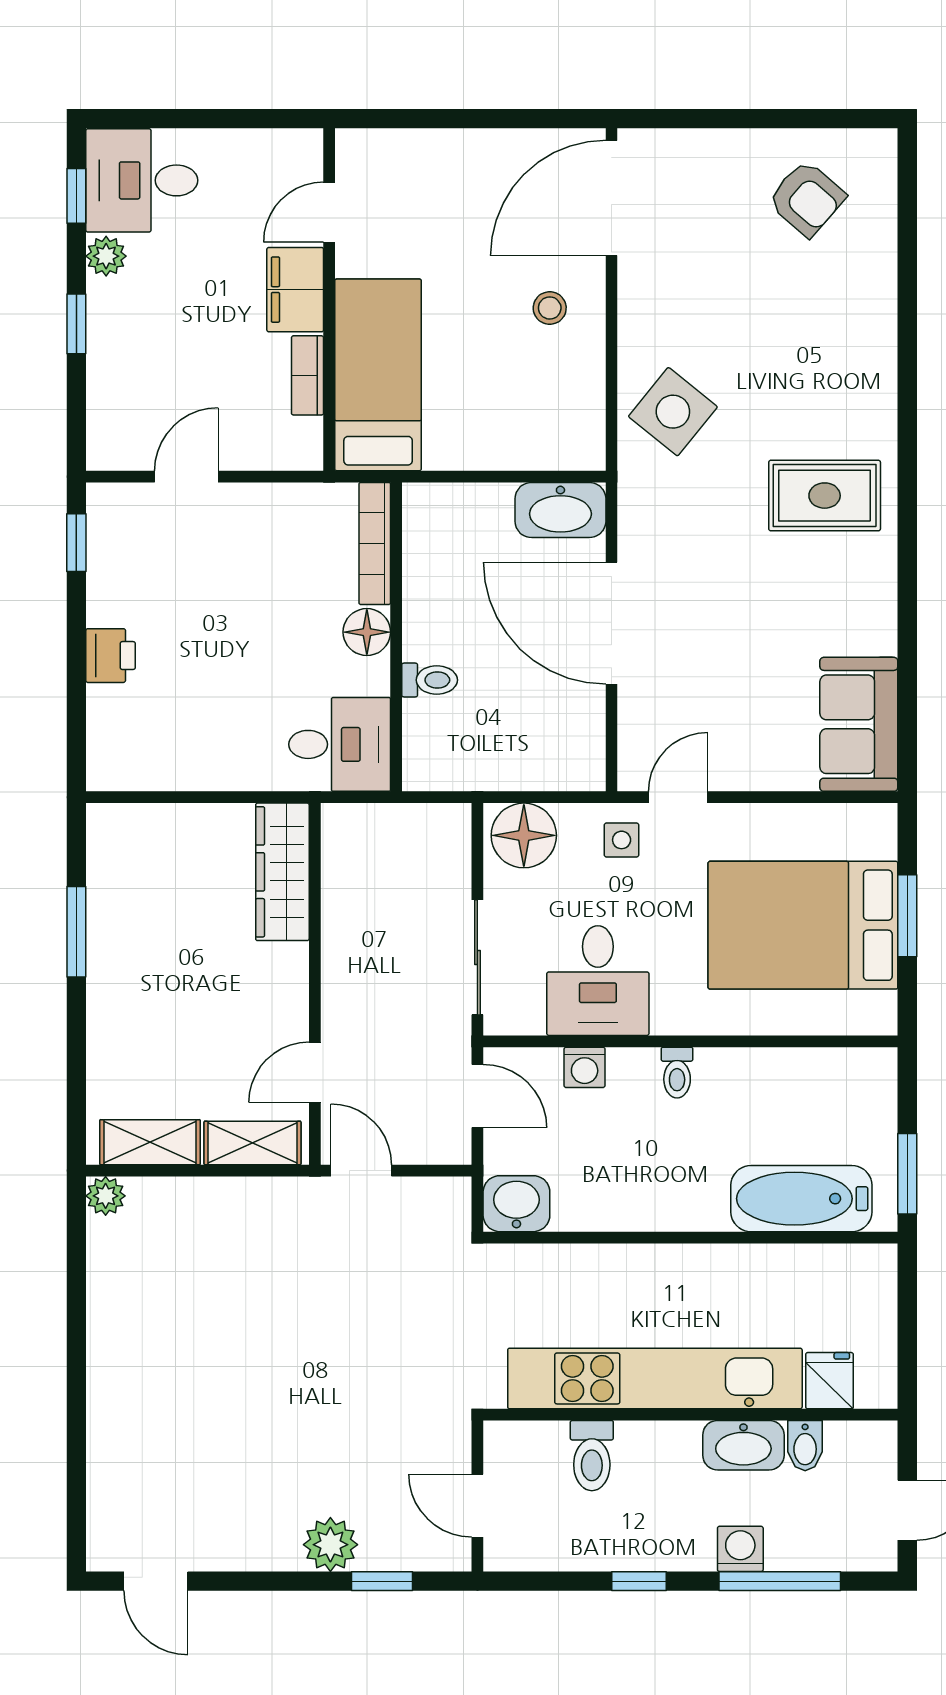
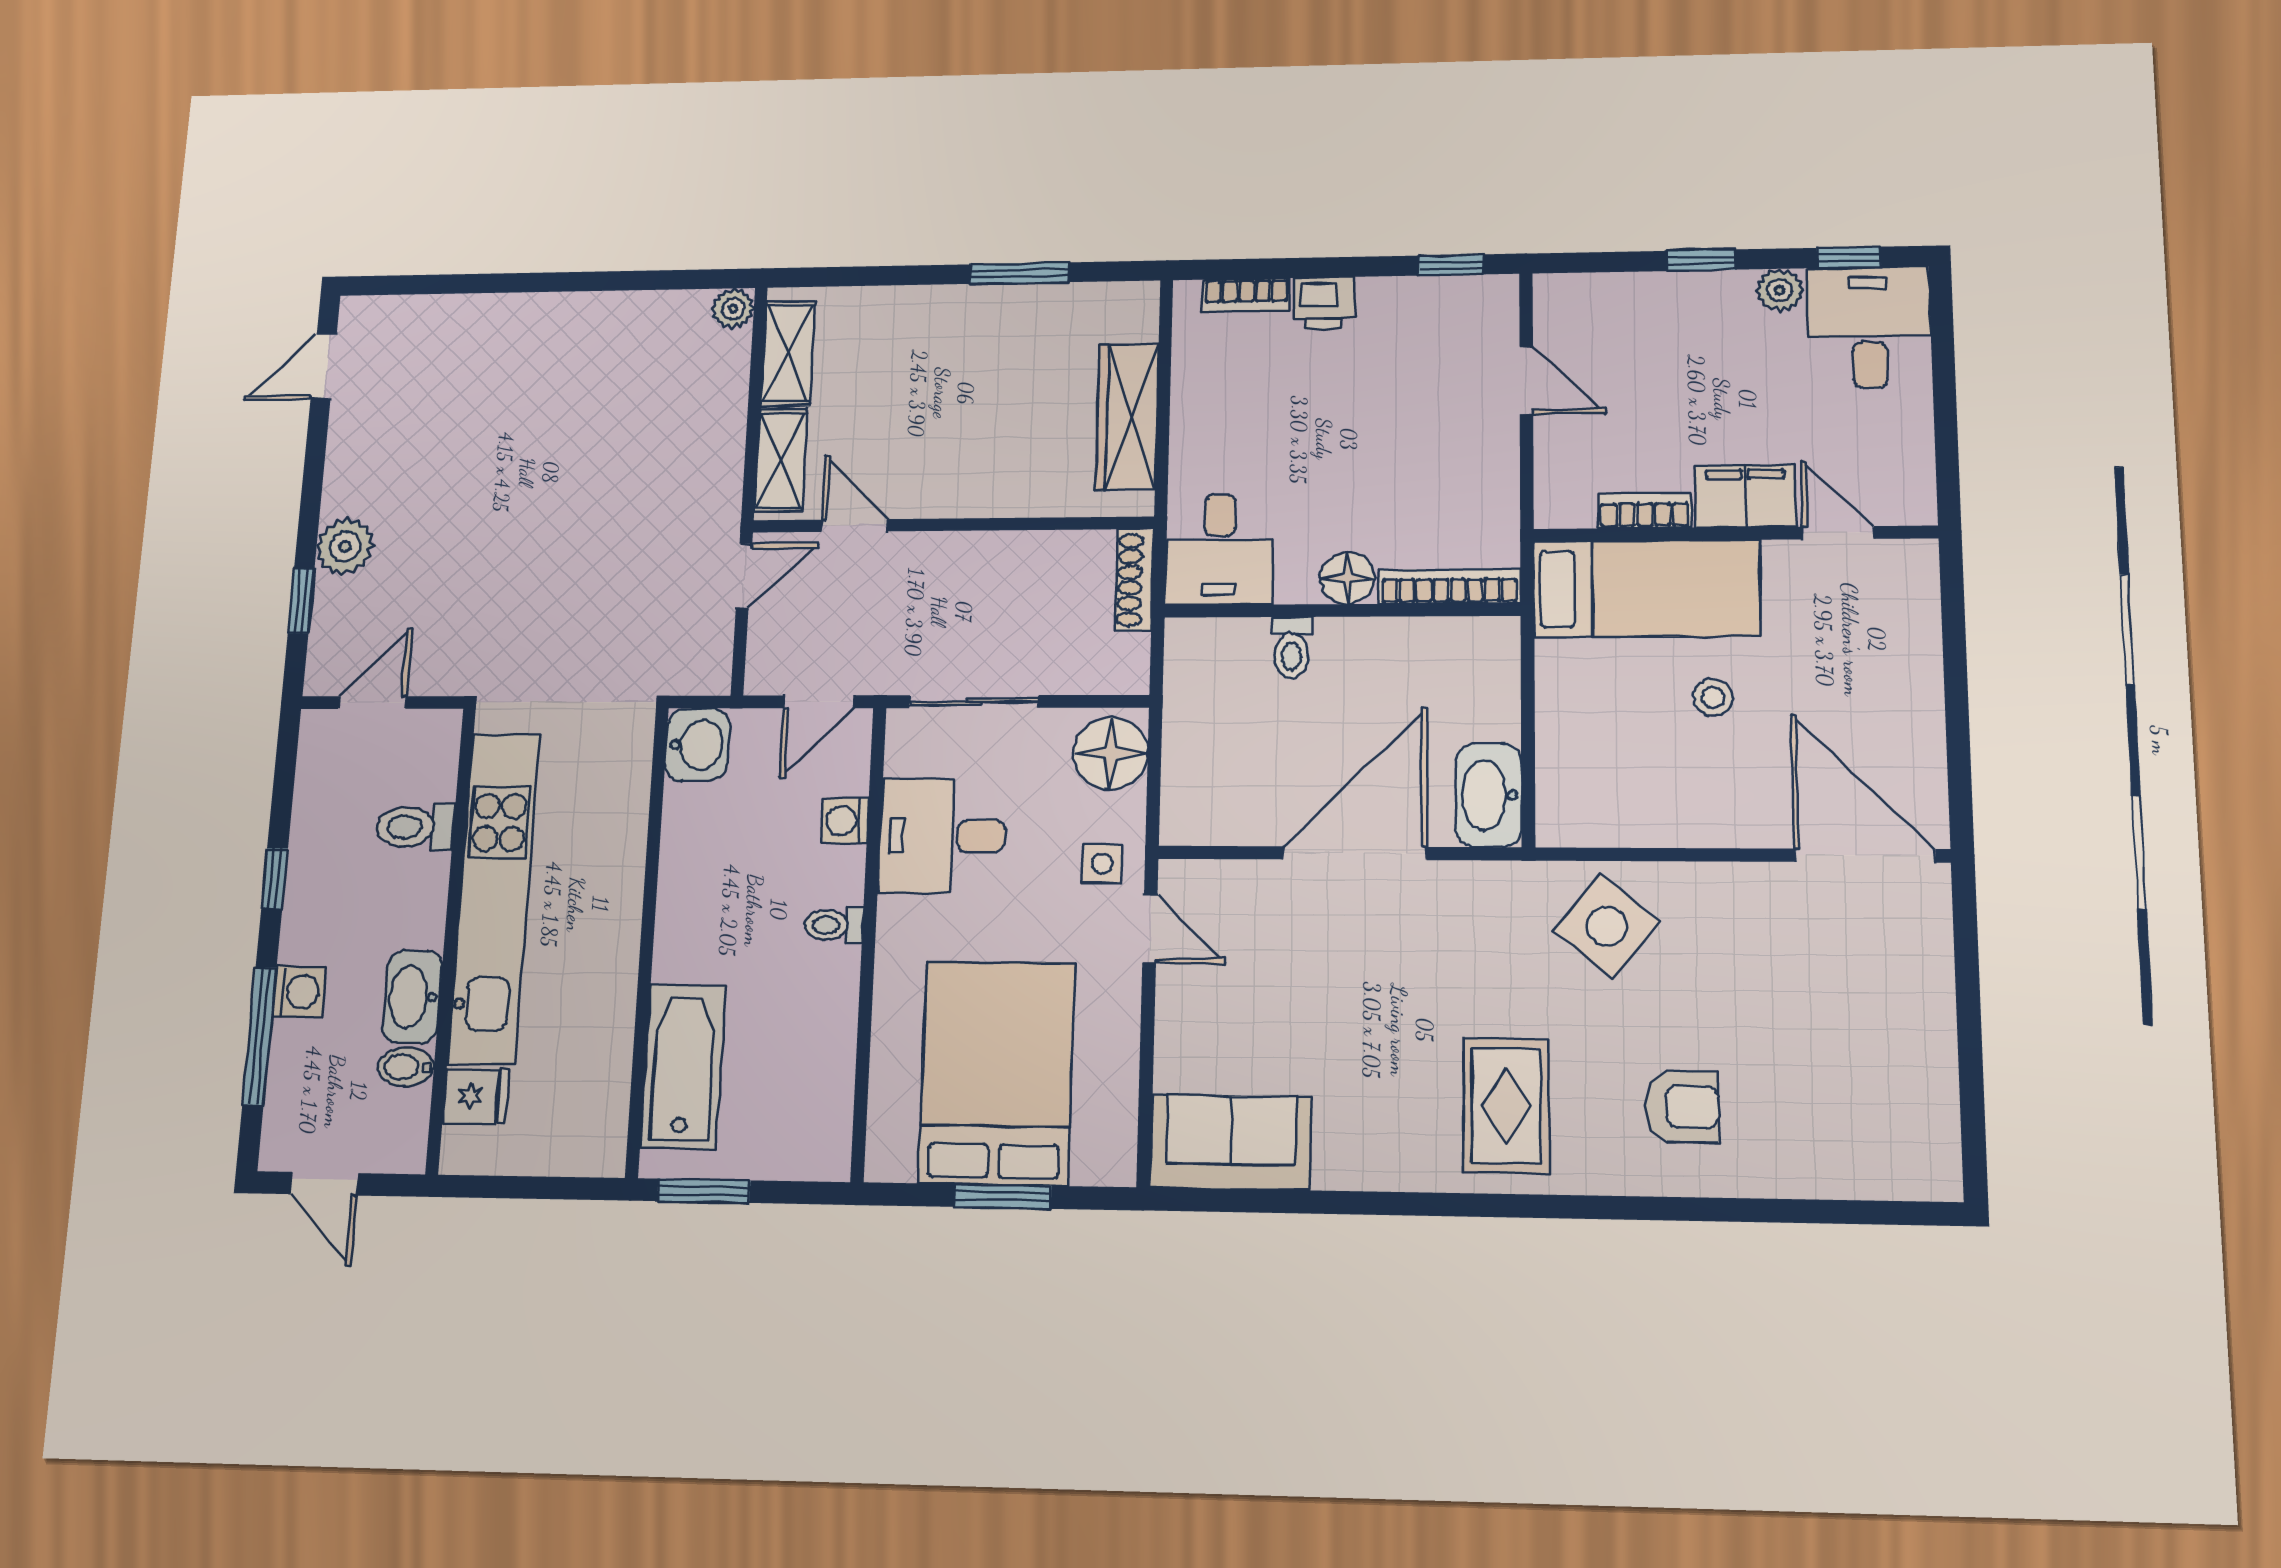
armchair: (807, 199) -> (1682, 1106), moved, turned -131
stool: (550, 308) -> (1713, 697), moved
bookcase: (101, 725) -> (1246, 295), added
shoe rack: (367, 819) -> (1135, 580), added
wardrobe: (282, 872) -> (1127, 417), moved, turned -90

